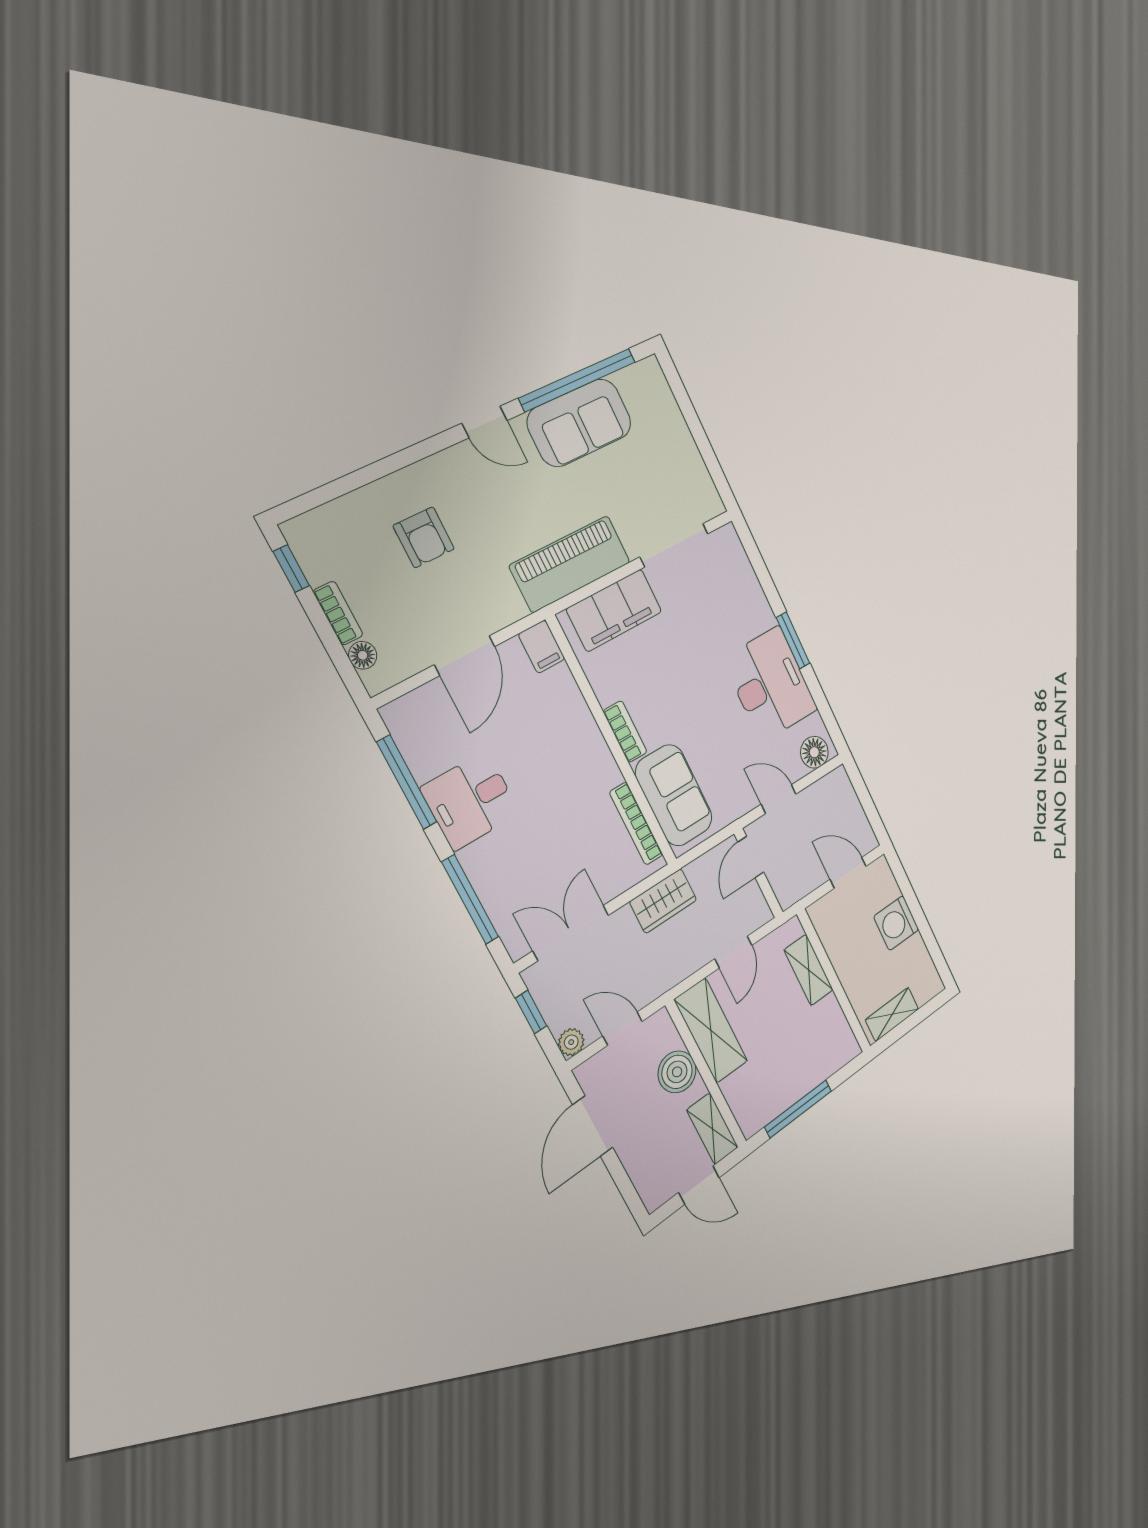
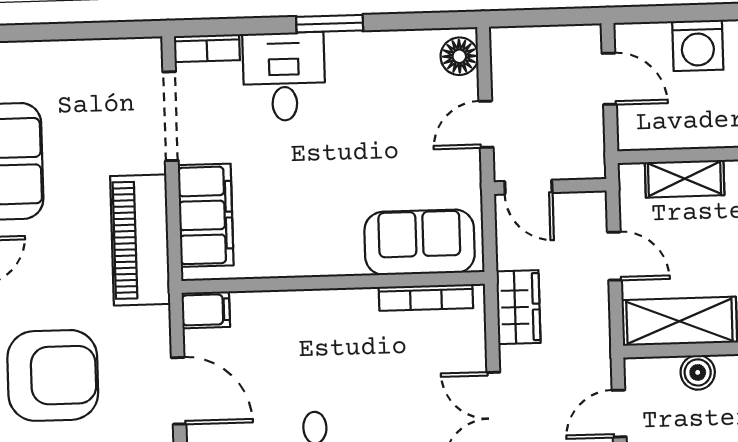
armchair: (424, 537) -> (53, 375), width x1.88, depth x1.88
desk: (770, 684) -> (284, 77), moved, width x0.73
bookcase: (625, 732) -> (207, 48), moved, turned 180
door: (848, 873) -> (609, 79), swing flipped
boiler: (677, 1072) -> (698, 372), width x0.73, depth x0.73

